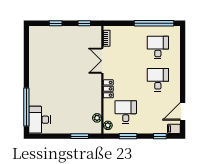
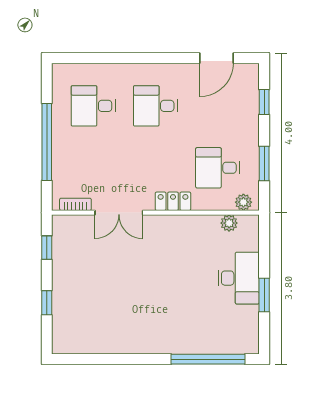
window: (154, 23) -> (47, 142), moved
door: (183, 111) -> (216, 58), hinge flipped
desk: (40, 120) -> (239, 278), moved, turned -90
filing cabinet: (174, 129) -> (250, 75), removed
window: (80, 136) -> (264, 295), moved

